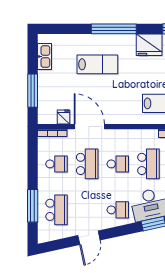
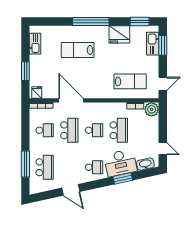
lab bench: (97, 64) -> (78, 50), turned 180
window: (33, 91) -> (25, 71), width x0.69
fridge: (64, 117) -> (37, 92), moved
door: (89, 238) -> (71, 190), hinge flipped

